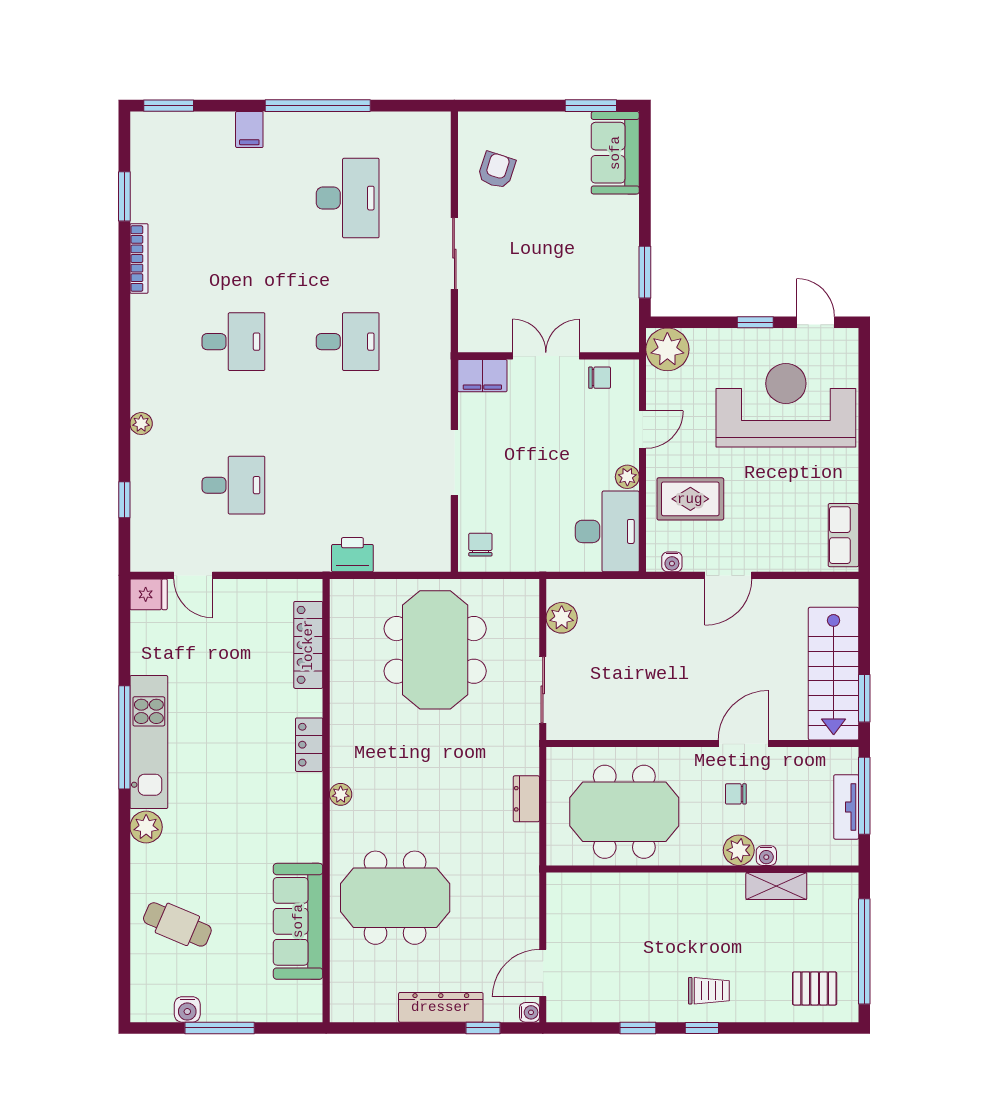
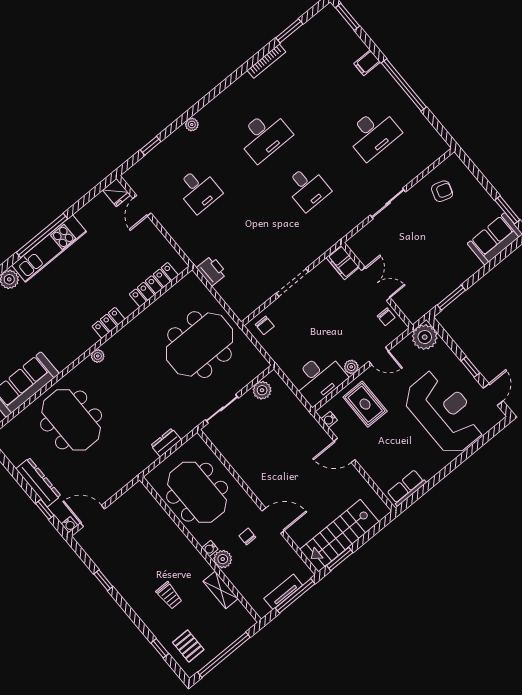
desk: (233, 342) -> (264, 136), width x1.37
chair: (480, 545) -> (265, 325), turned 90
water cooler: (766, 856) -> (210, 549), moved
trolley: (709, 991) -> (169, 596), moved
window: (702, 1028) -> (160, 648), moved

